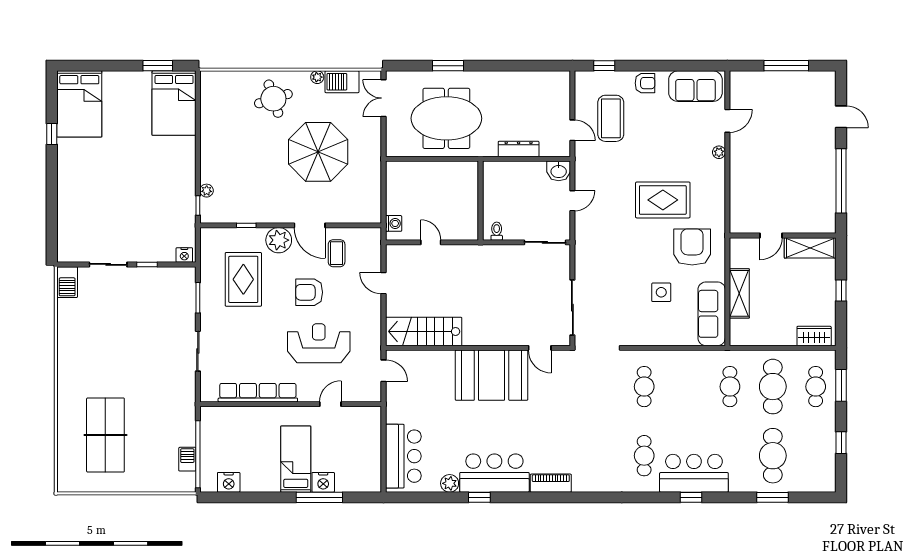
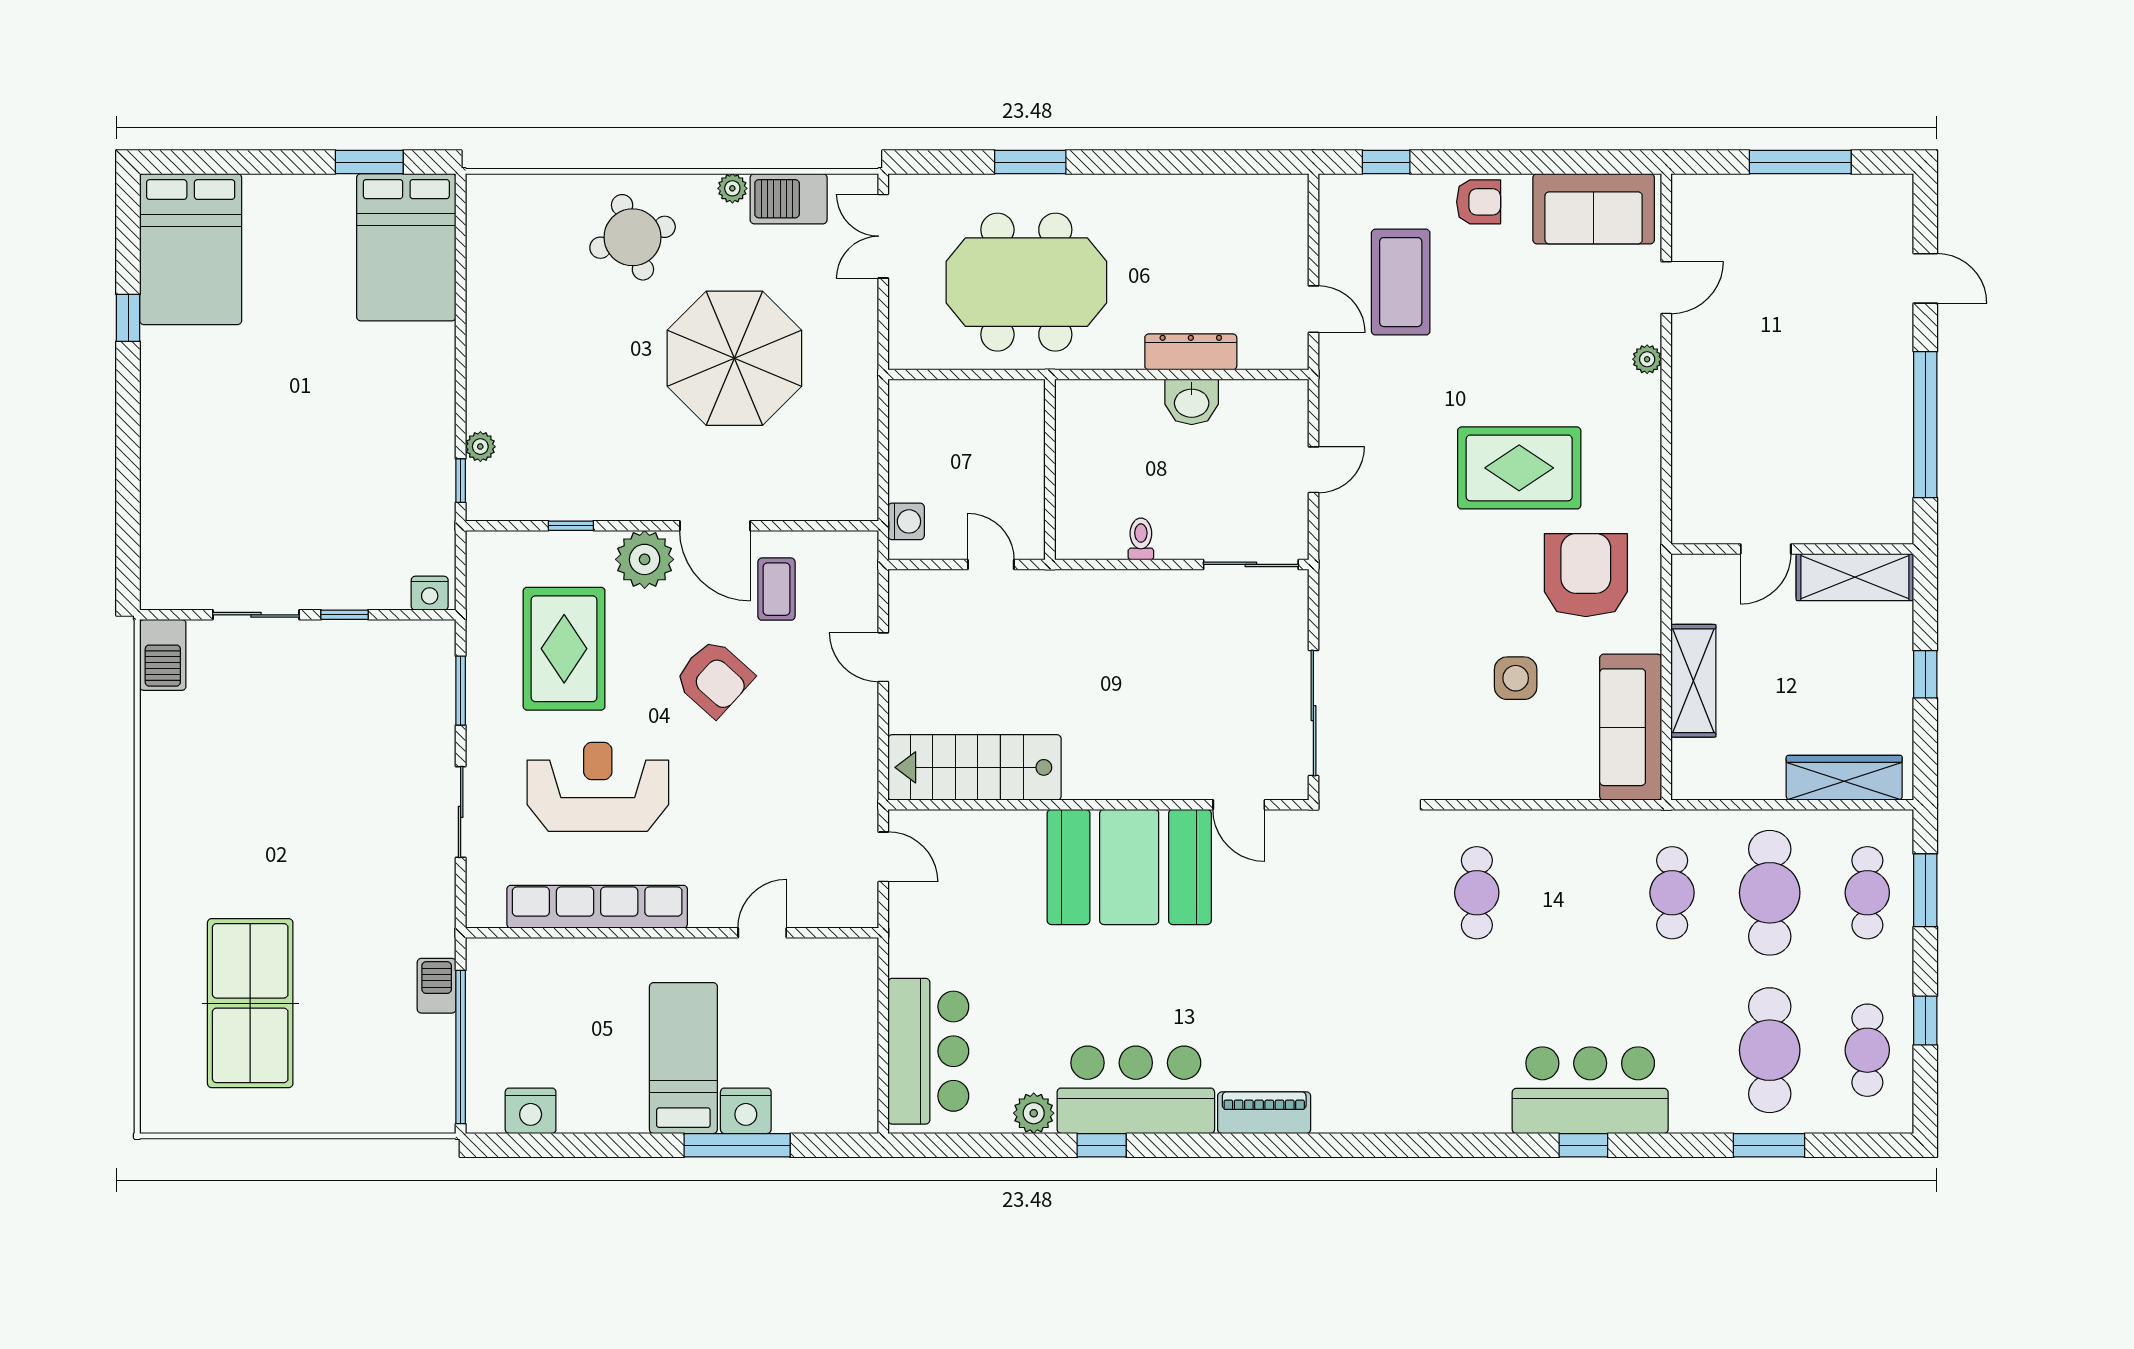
washbasin: (559, 171) -> (1192, 402), moved
wall: (481, 201) -> (1050, 469), moved
armchair: (309, 292) -> (714, 678), turned -138
wardrobe: (814, 336) -> (1844, 778), width x1.50
reception desk: (319, 343) -> (598, 787), moved
cafe table: (644, 456) -> (1867, 1050), moved
barbecue: (187, 459) -> (437, 986), moved

